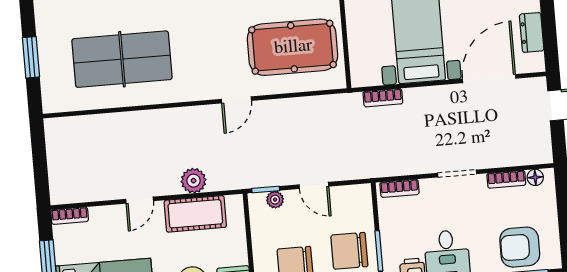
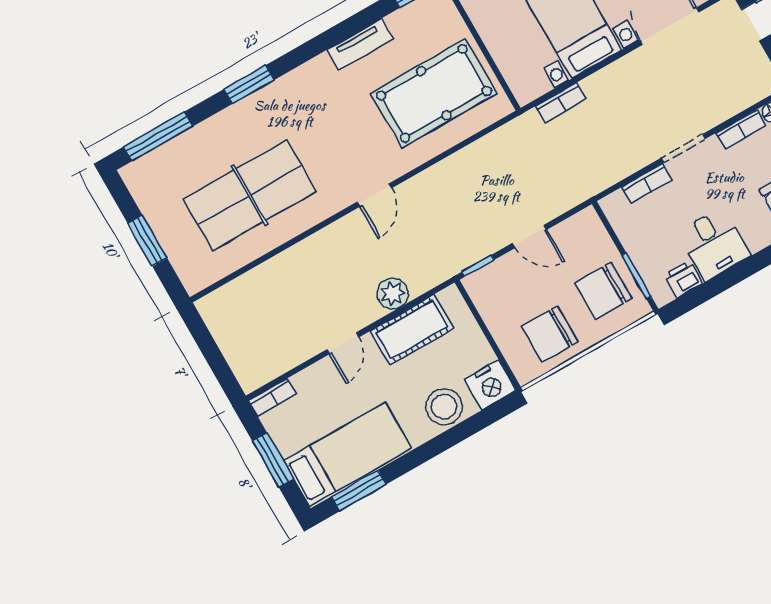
door: (236, 100) -> (375, 195), moved
bookcase: (399, 188) -> (647, 183), moved
plant: (275, 200) -> (494, 272), removed

